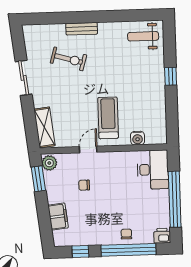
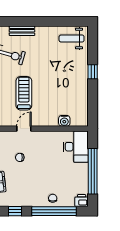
treadmill: (108, 118) -> (24, 93), moved

